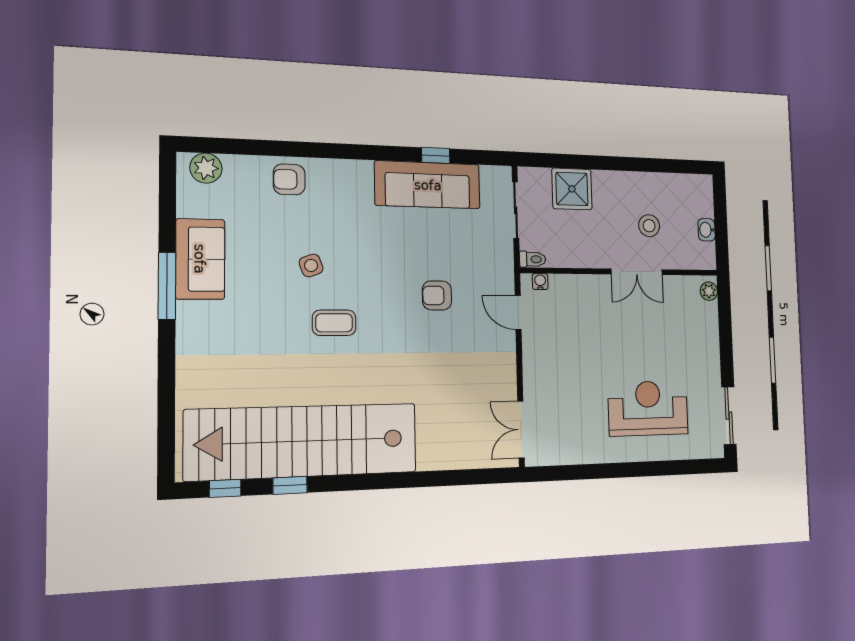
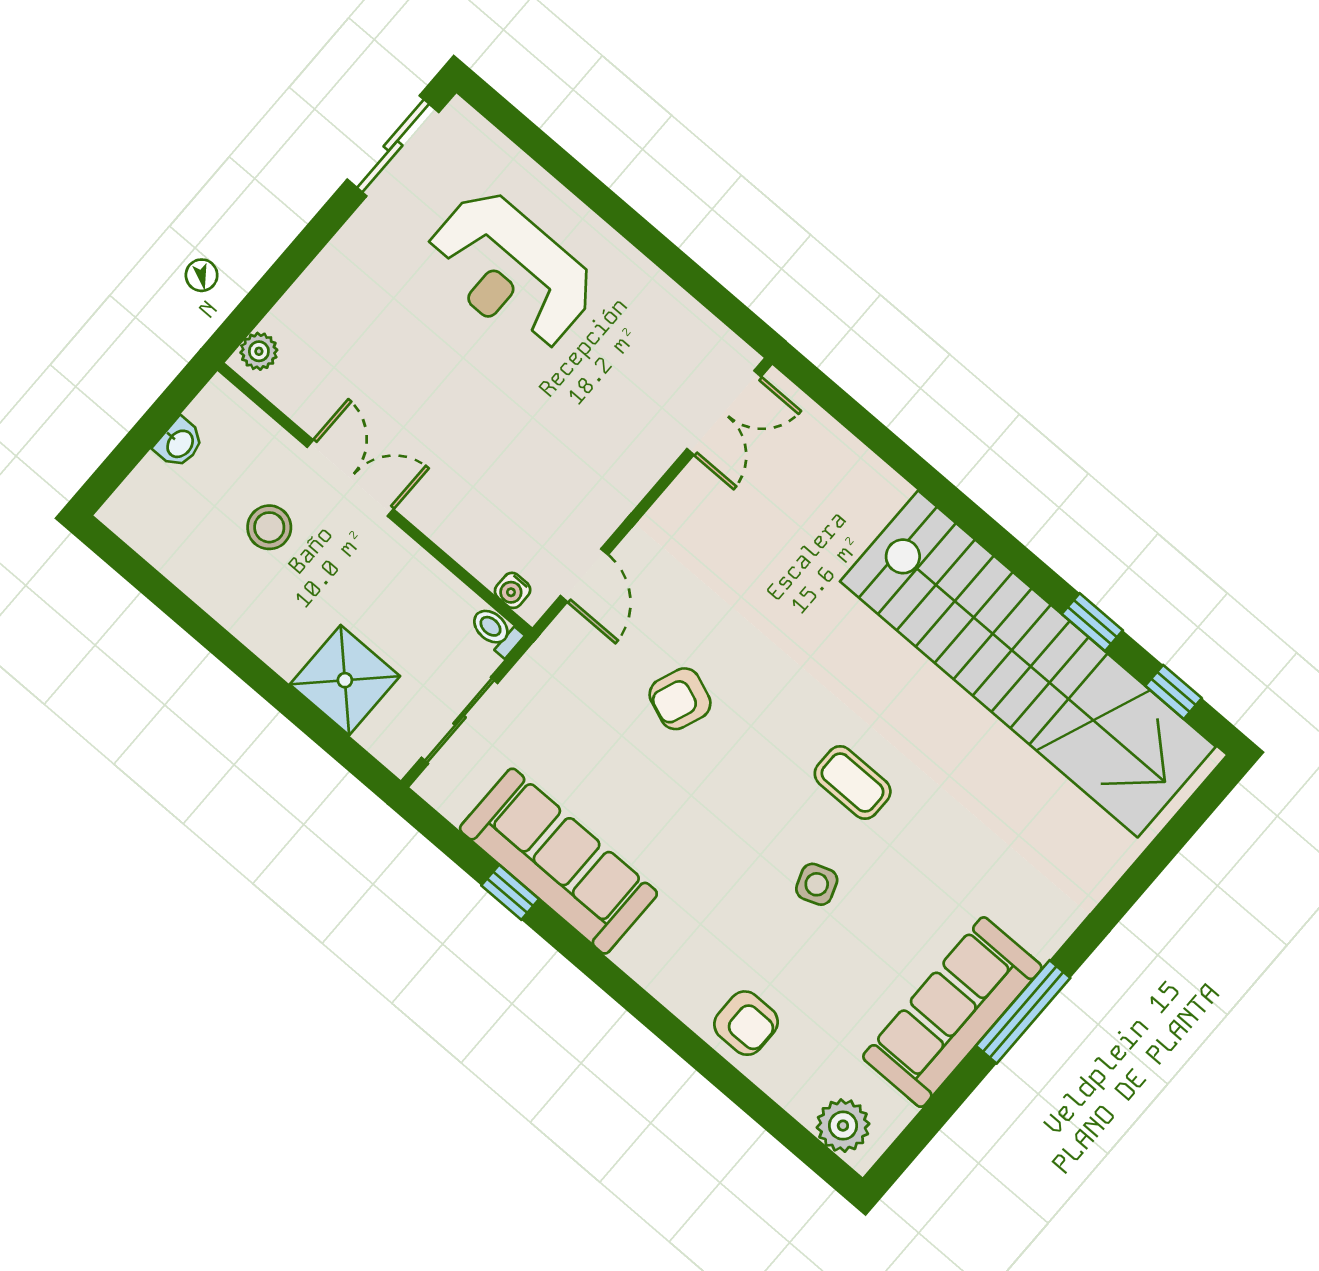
sofa: (200, 259) -> (952, 1012), width x1.36
armchair: (437, 295) -> (680, 699), turned 111

